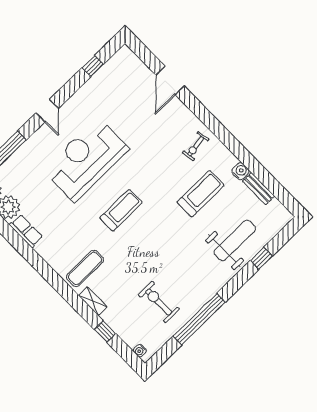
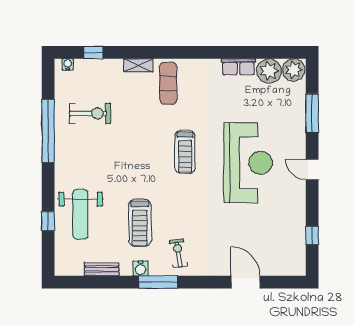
window: (229, 141) -> (158, 282), added
water cooler: (240, 171) -> (141, 268), moved
window: (105, 331) -> (93, 52), moved

